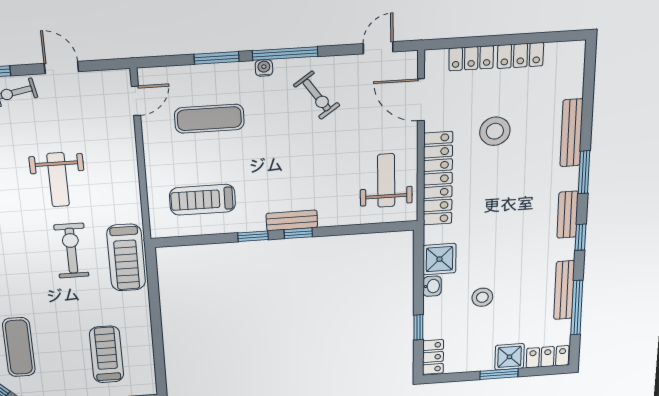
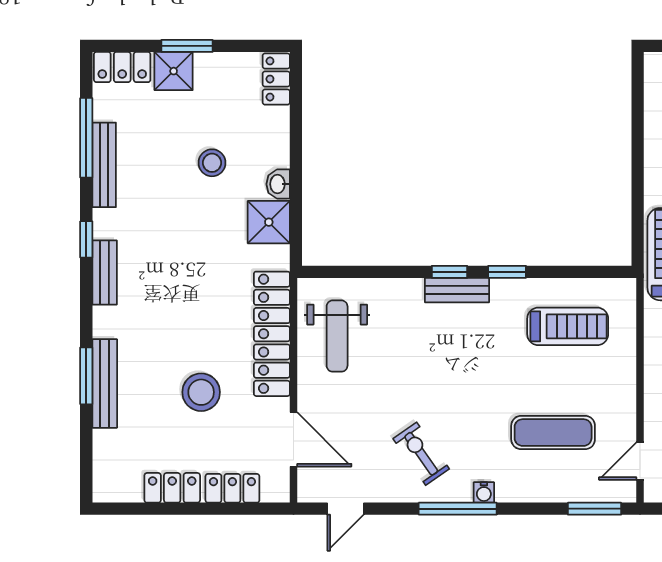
window: (217, 58) -> (594, 509), moved
window: (584, 172) -> (86, 376), moved
window: (418, 327) -> (296, 125), removed

